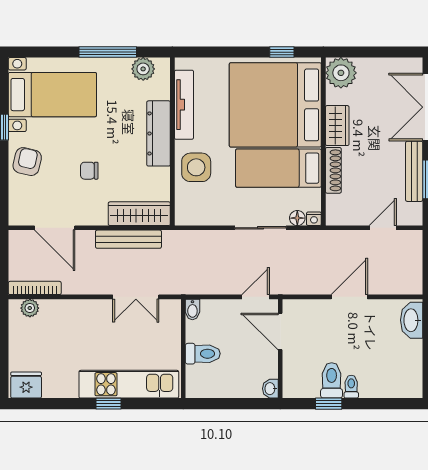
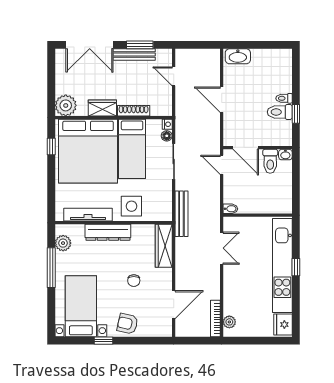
bench: (128, 239) -> (181, 214), moved
door: (280, 332) -> (246, 148), hinge flipped
toilet: (203, 354) -> (270, 161), moved, turned 180
kitchen unit: (129, 384) -> (282, 266), width x1.36

